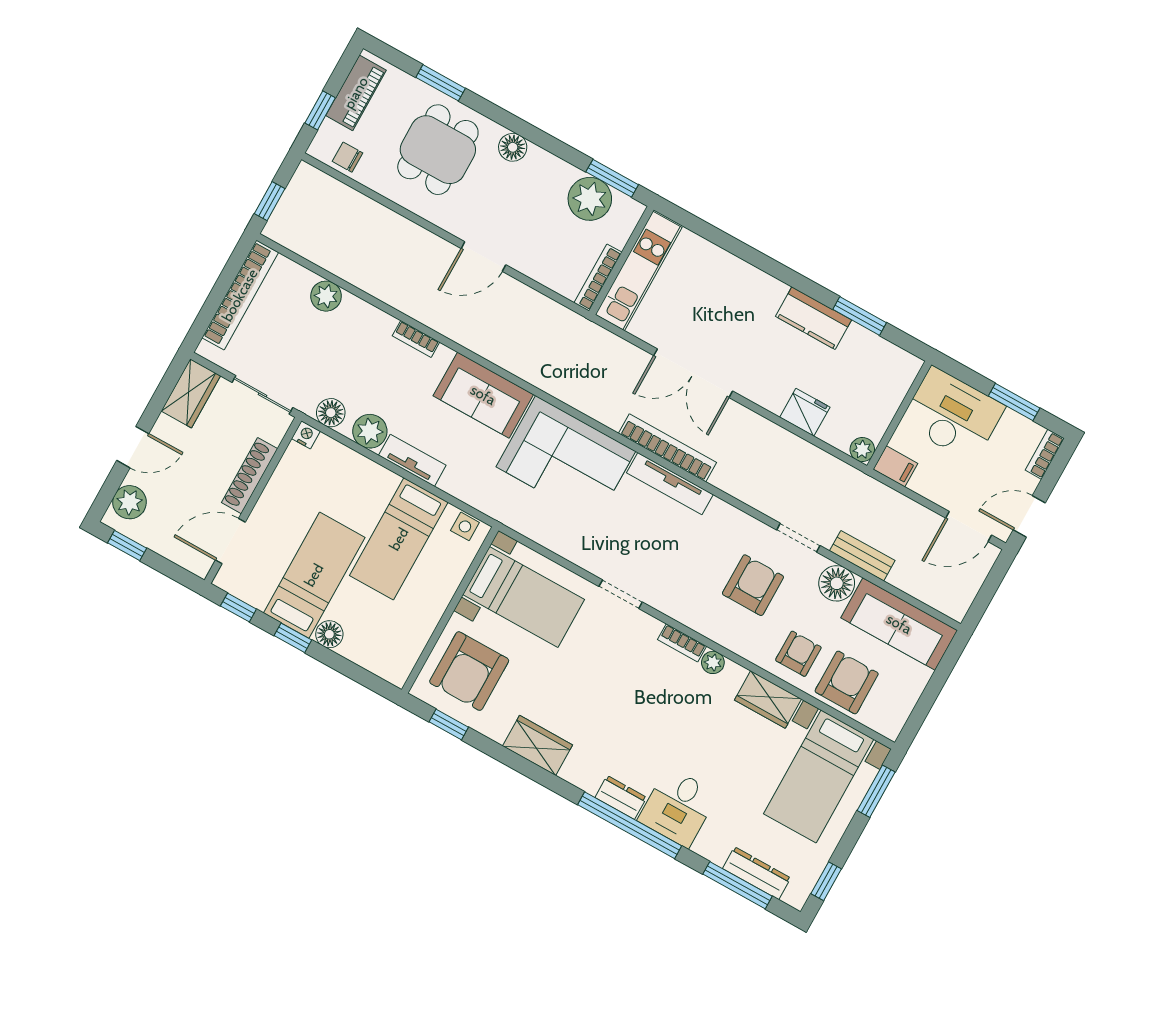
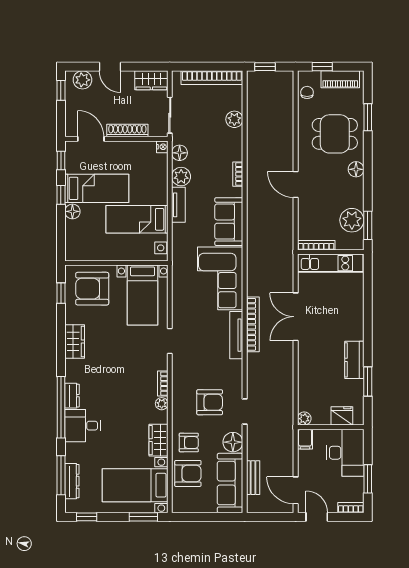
fridge: (805, 412) -> (342, 416), moved, turned -90
bench: (862, 556) -> (253, 478), moved

